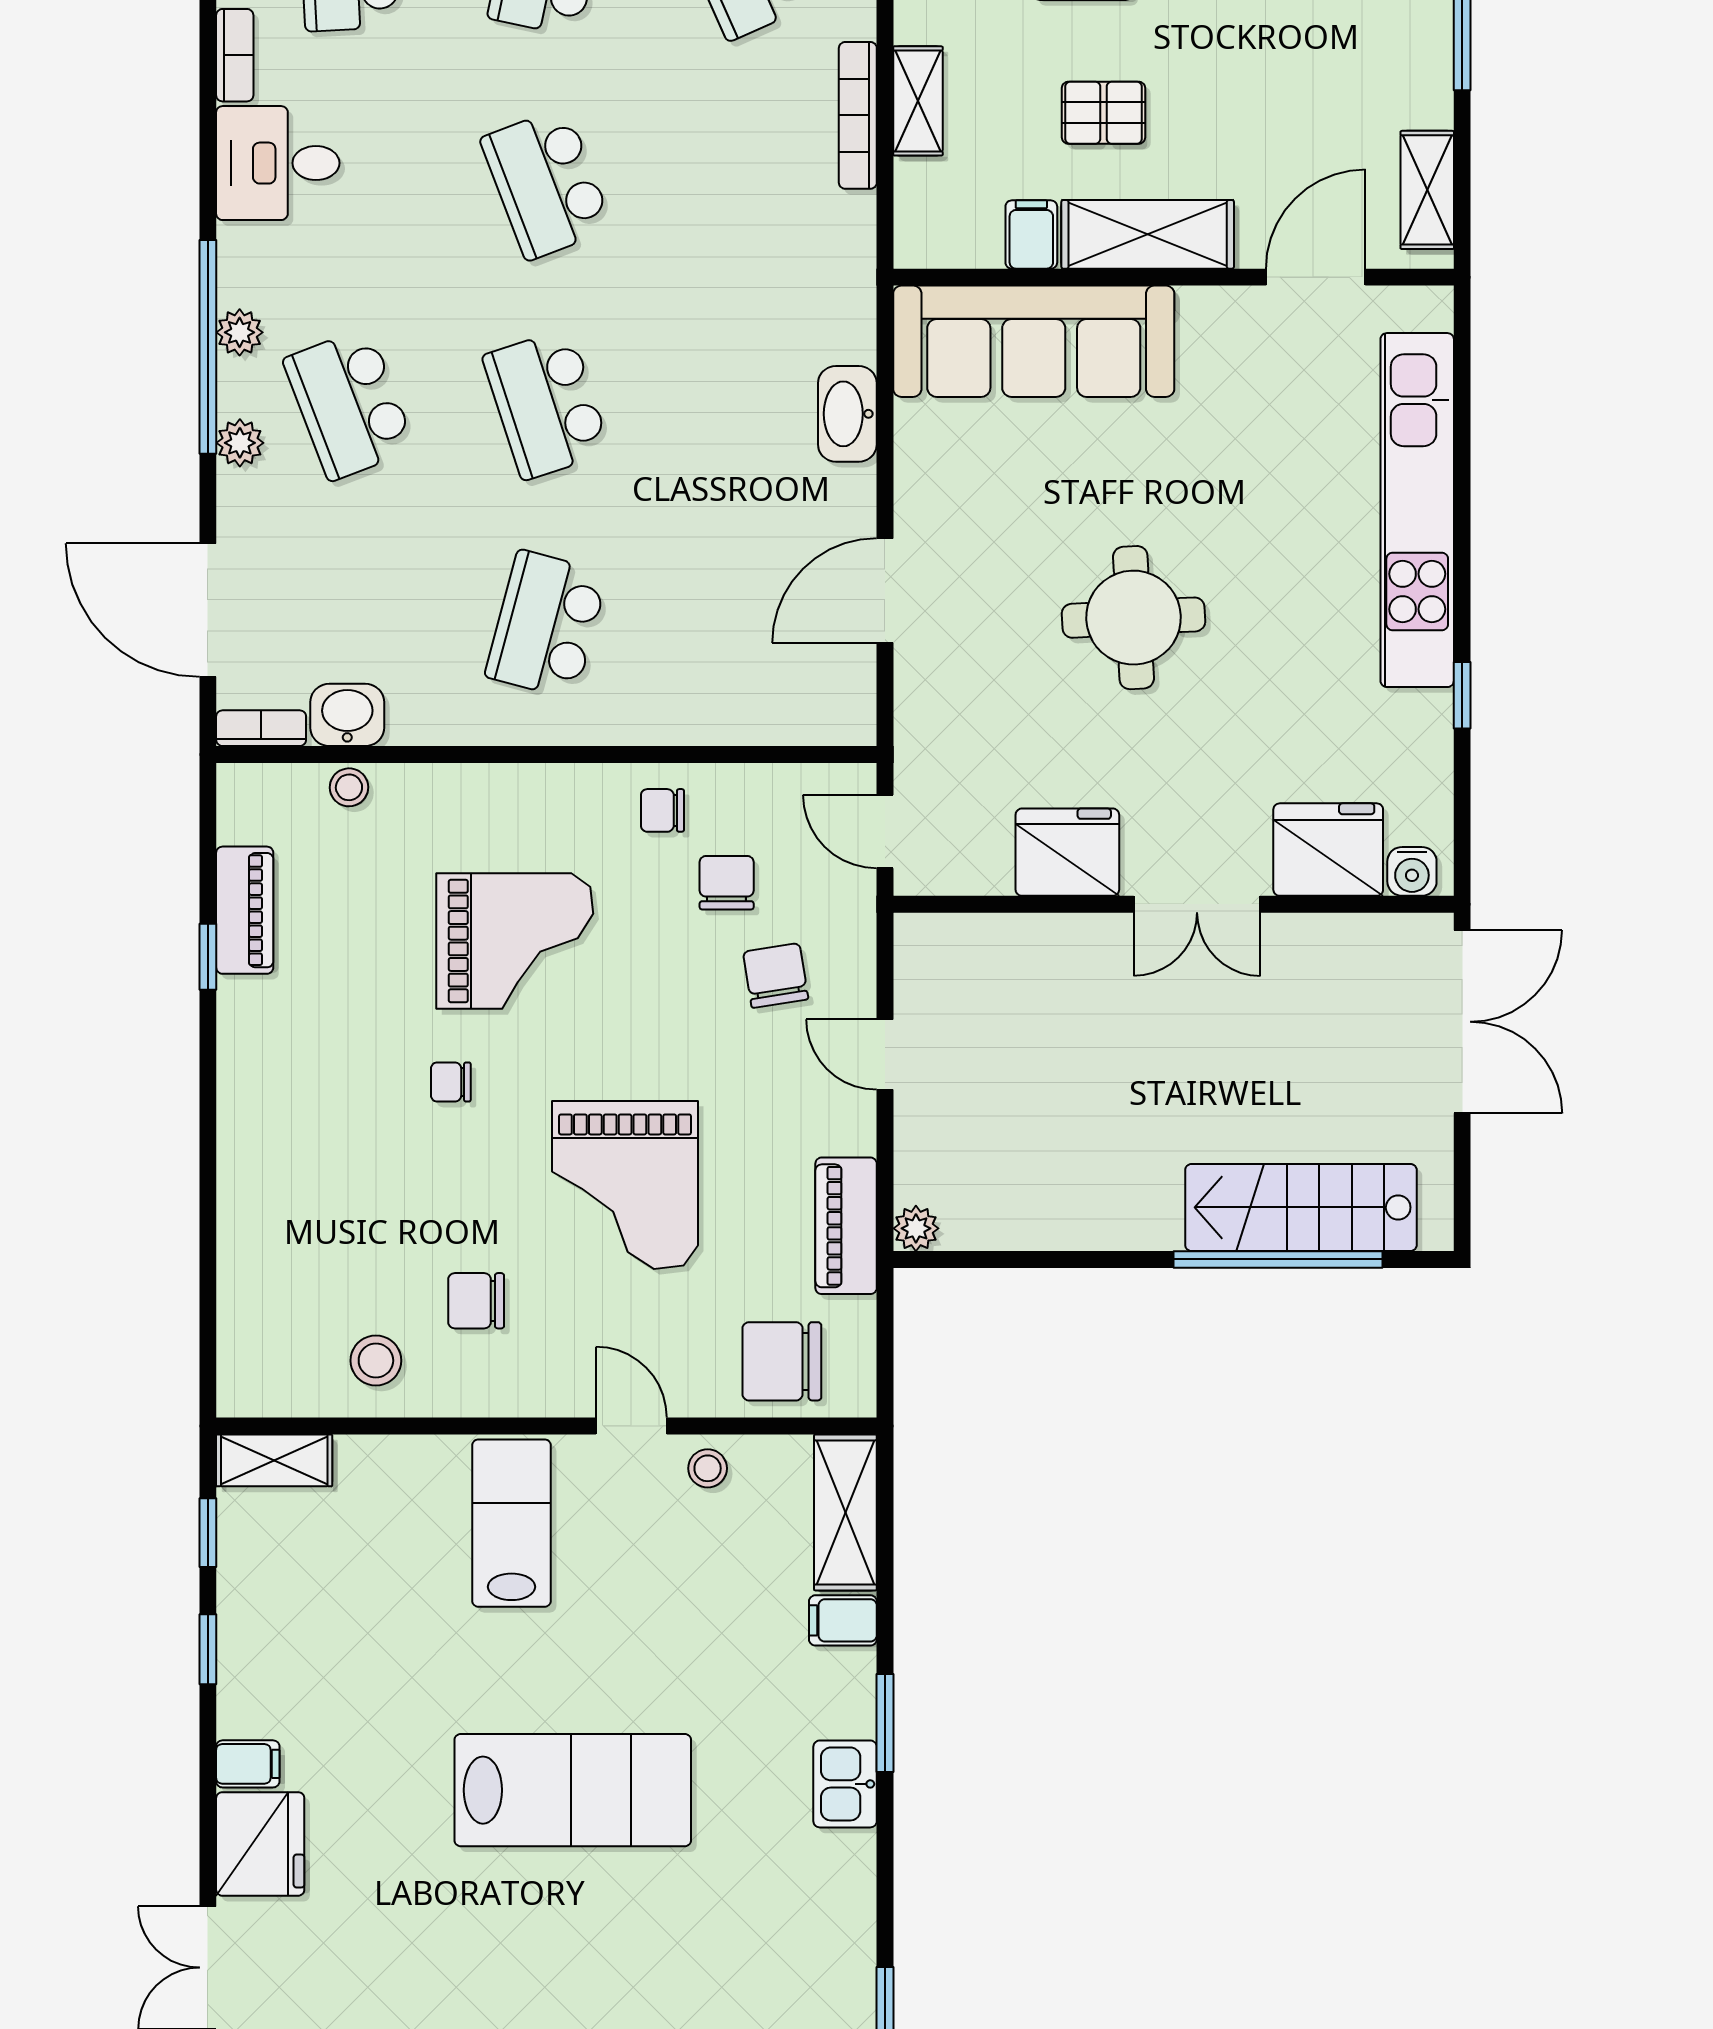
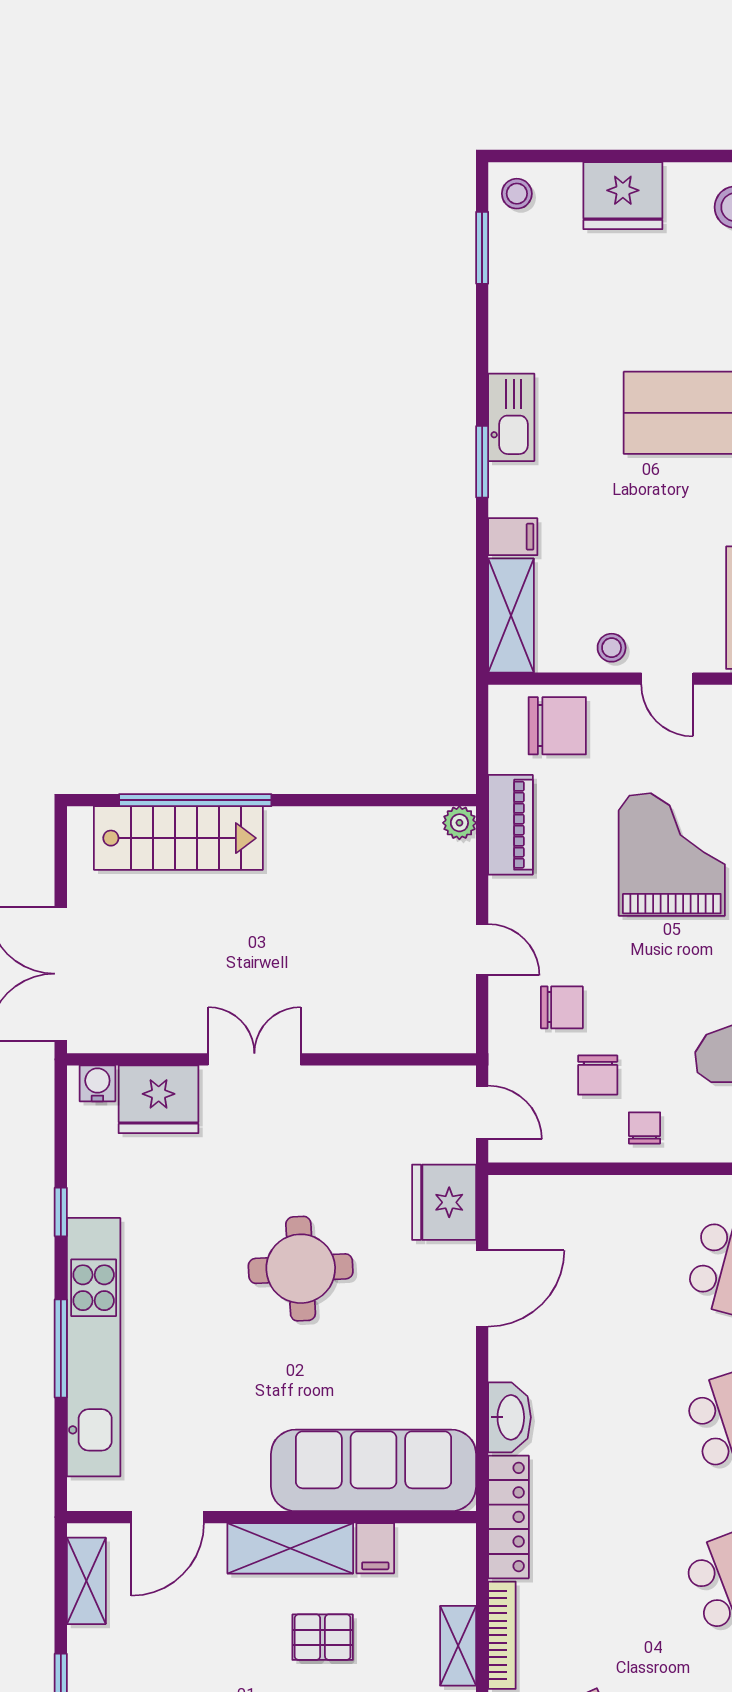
locker: (849, 277) -> (508, 1517), added
window: (1462, 508) -> (61, 1348), added
chair: (662, 810) -> (645, 1128), turned -90
fridge: (1067, 852) -> (444, 1202), moved, turned 90
chair: (776, 976) -> (562, 1007), turned -81
kitchen sink: (845, 1784) -> (511, 417), width x1.38

